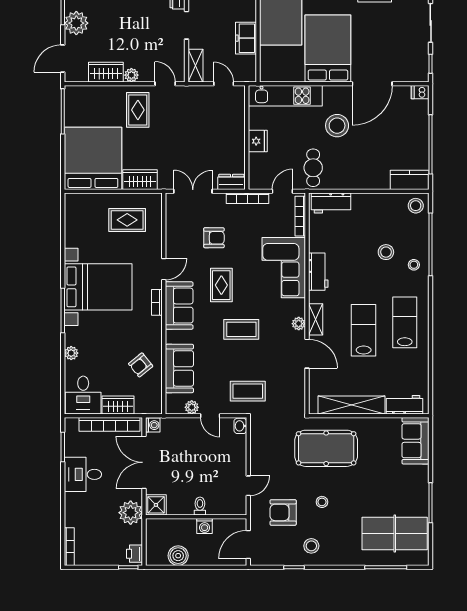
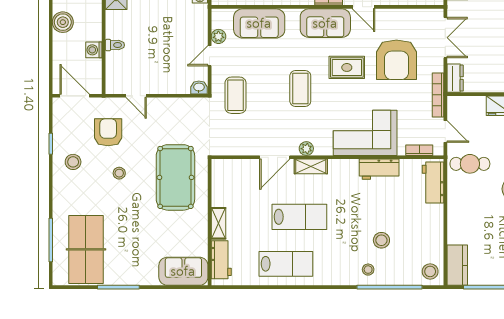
bookcase: (300, 216) -> (419, 150), width x0.64
armchair: (214, 238) -> (396, 60), width x1.88, depth x1.88
workbench: (318, 272) -> (379, 169), moved
lab bench: (405, 322) -> (286, 264), moved
shelving: (352, 405) -> (218, 223), width x0.45, depth x0.75

